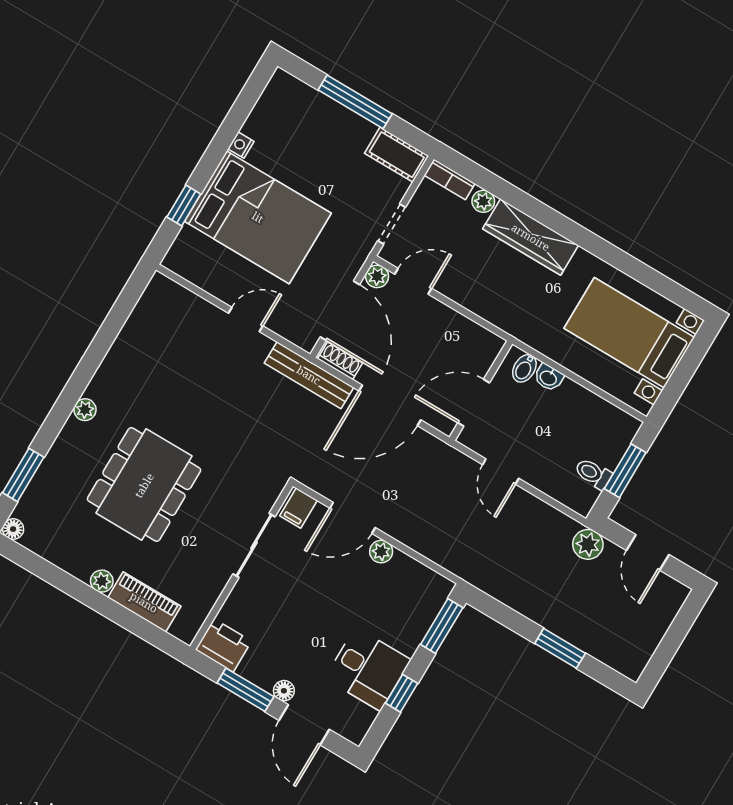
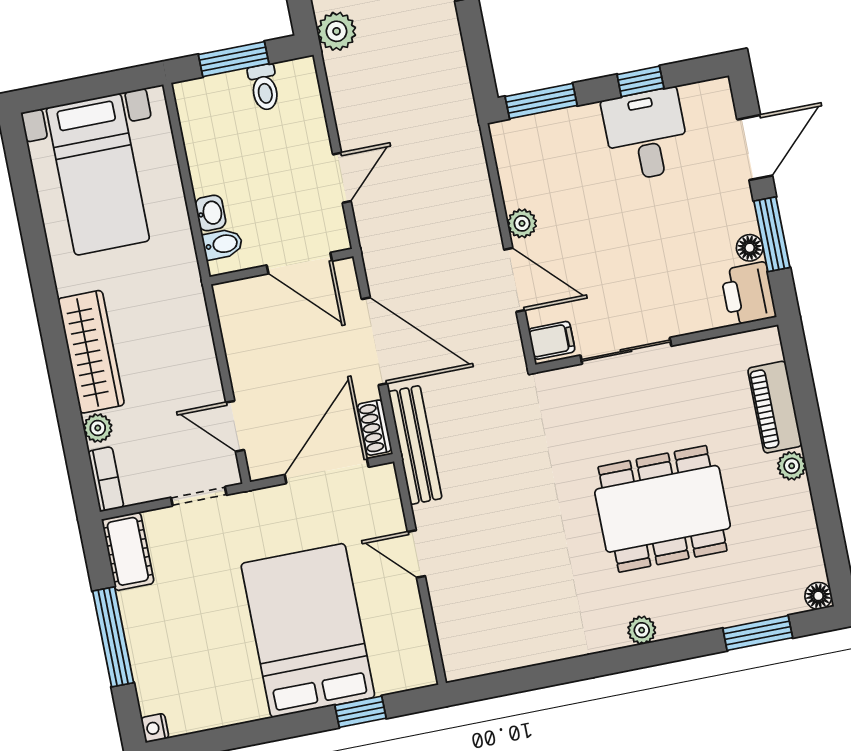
nightstand: (241, 145) -> (155, 728), moved, turned 90
plant: (377, 276) -> (262, 465), removed
floor lamp: (284, 691) -> (750, 248), moved

